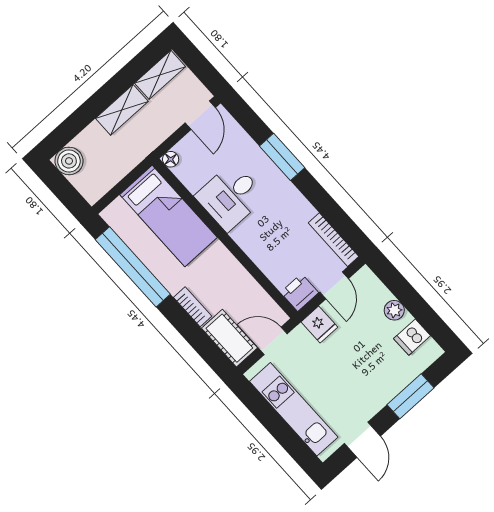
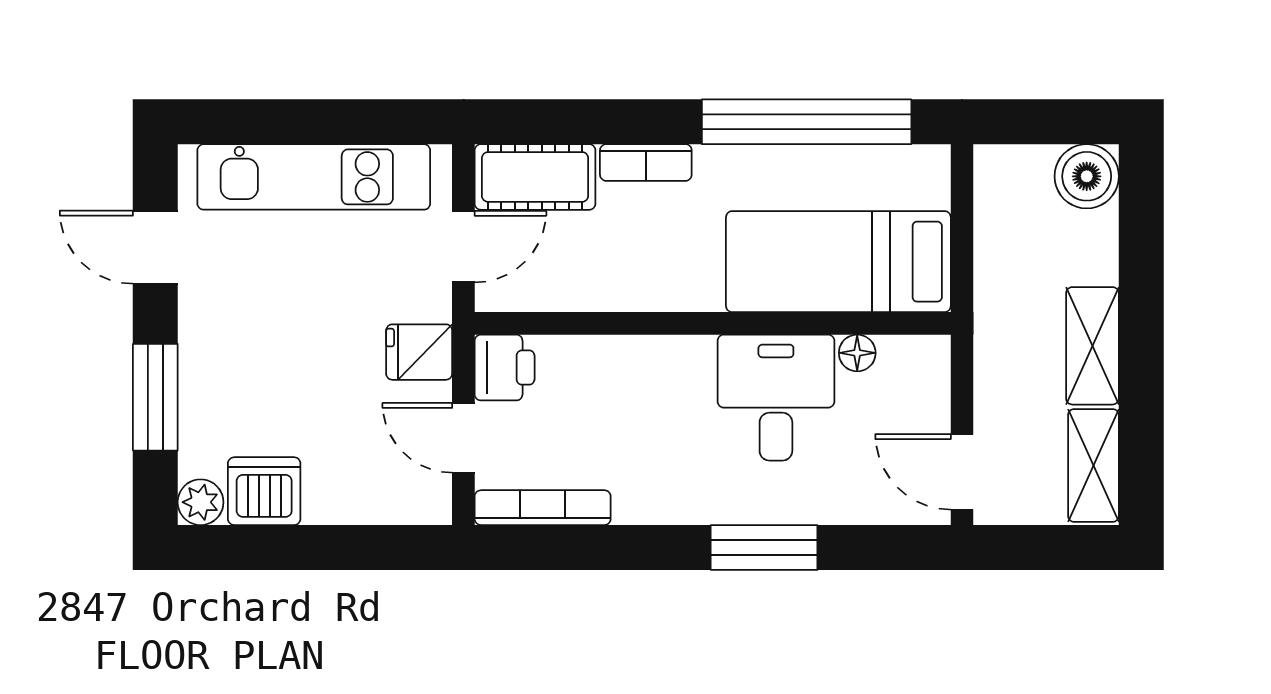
floor lamp: (171, 159) -> (857, 353), moved
plant: (394, 310) -> (201, 502), moved
dishwasher: (412, 337) -> (264, 491), width x1.38

